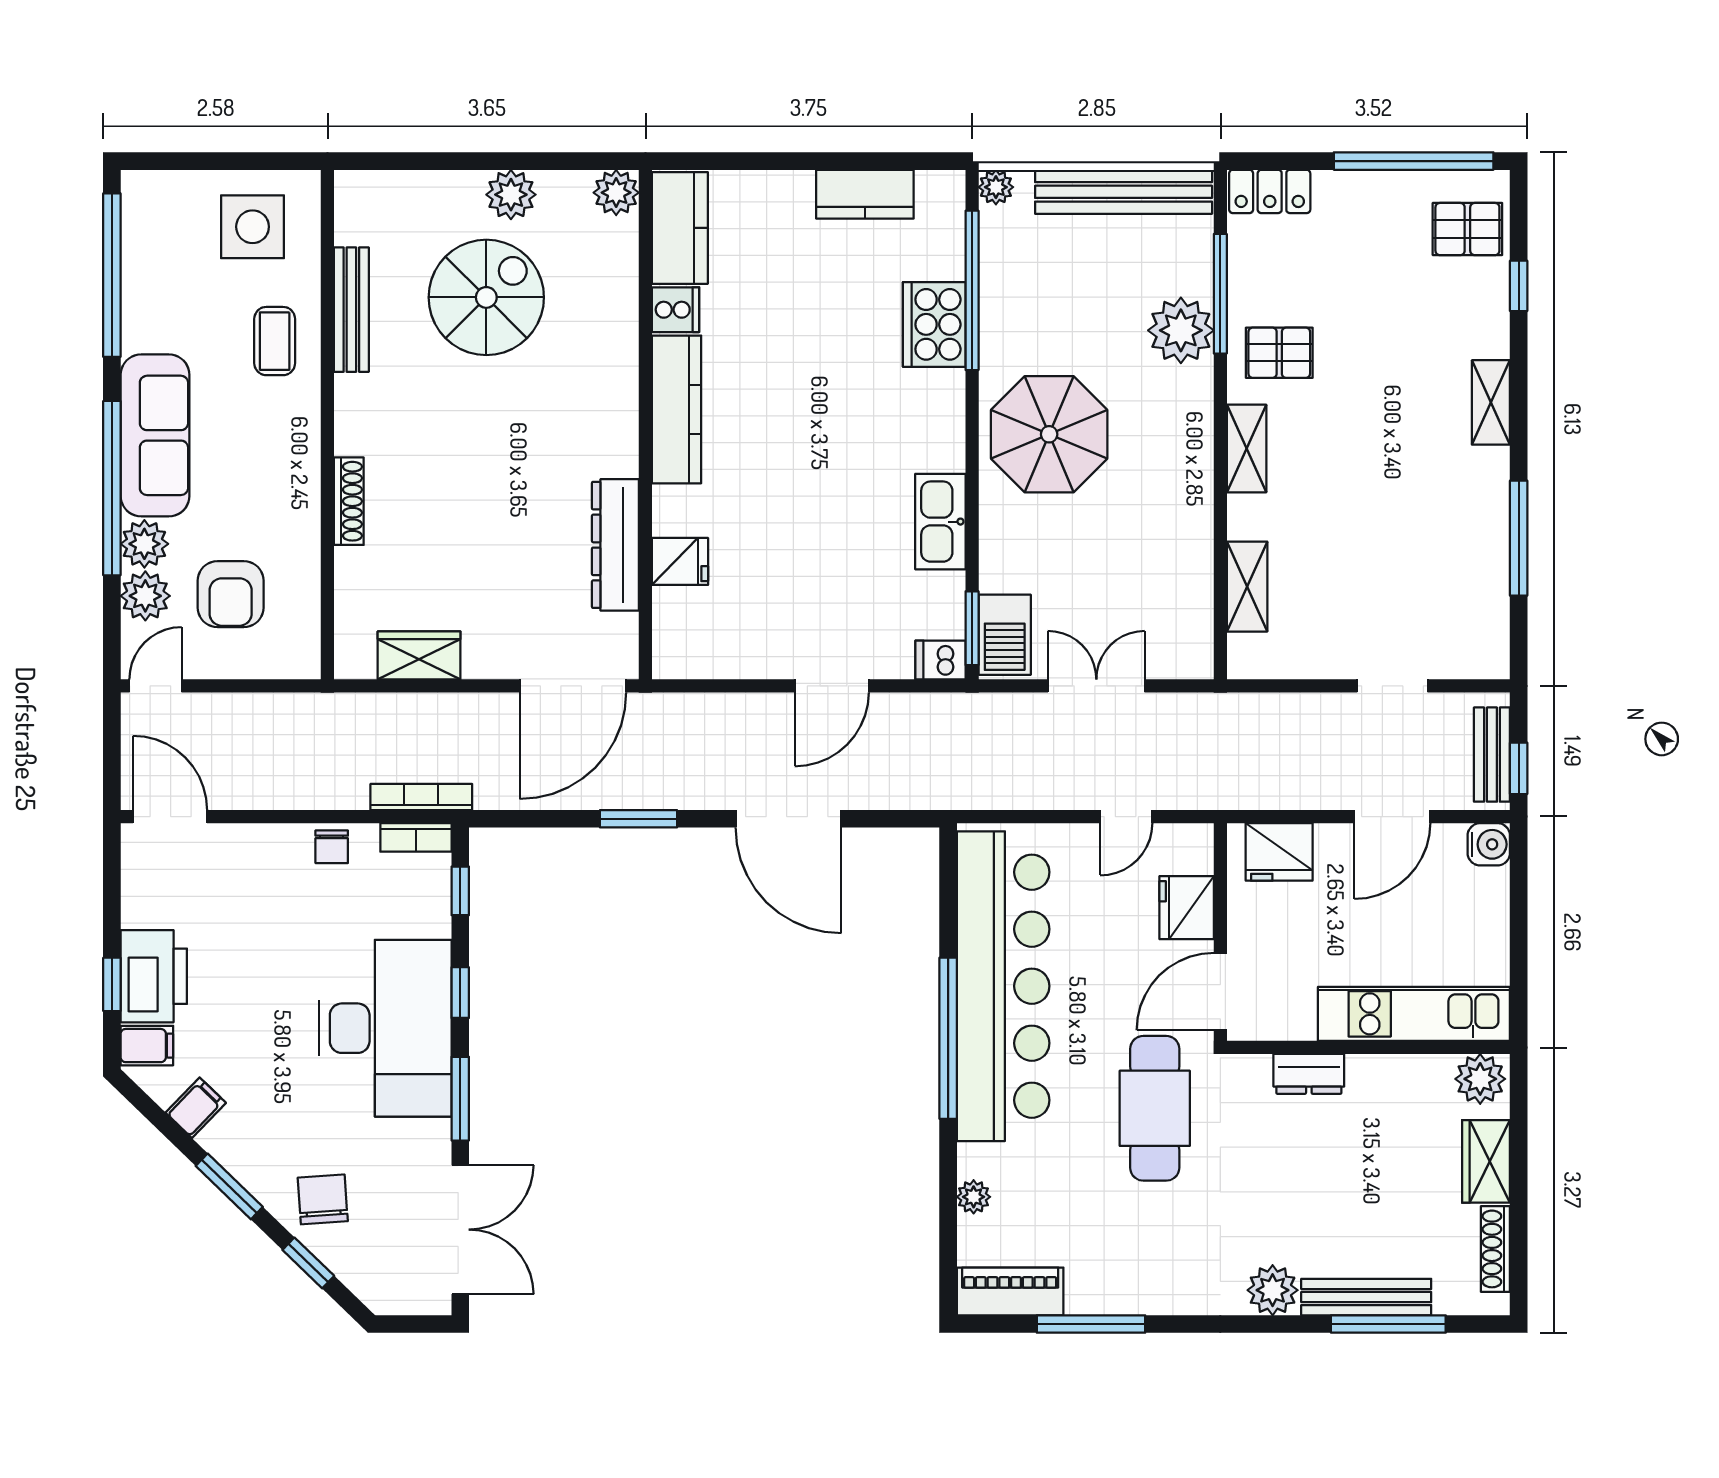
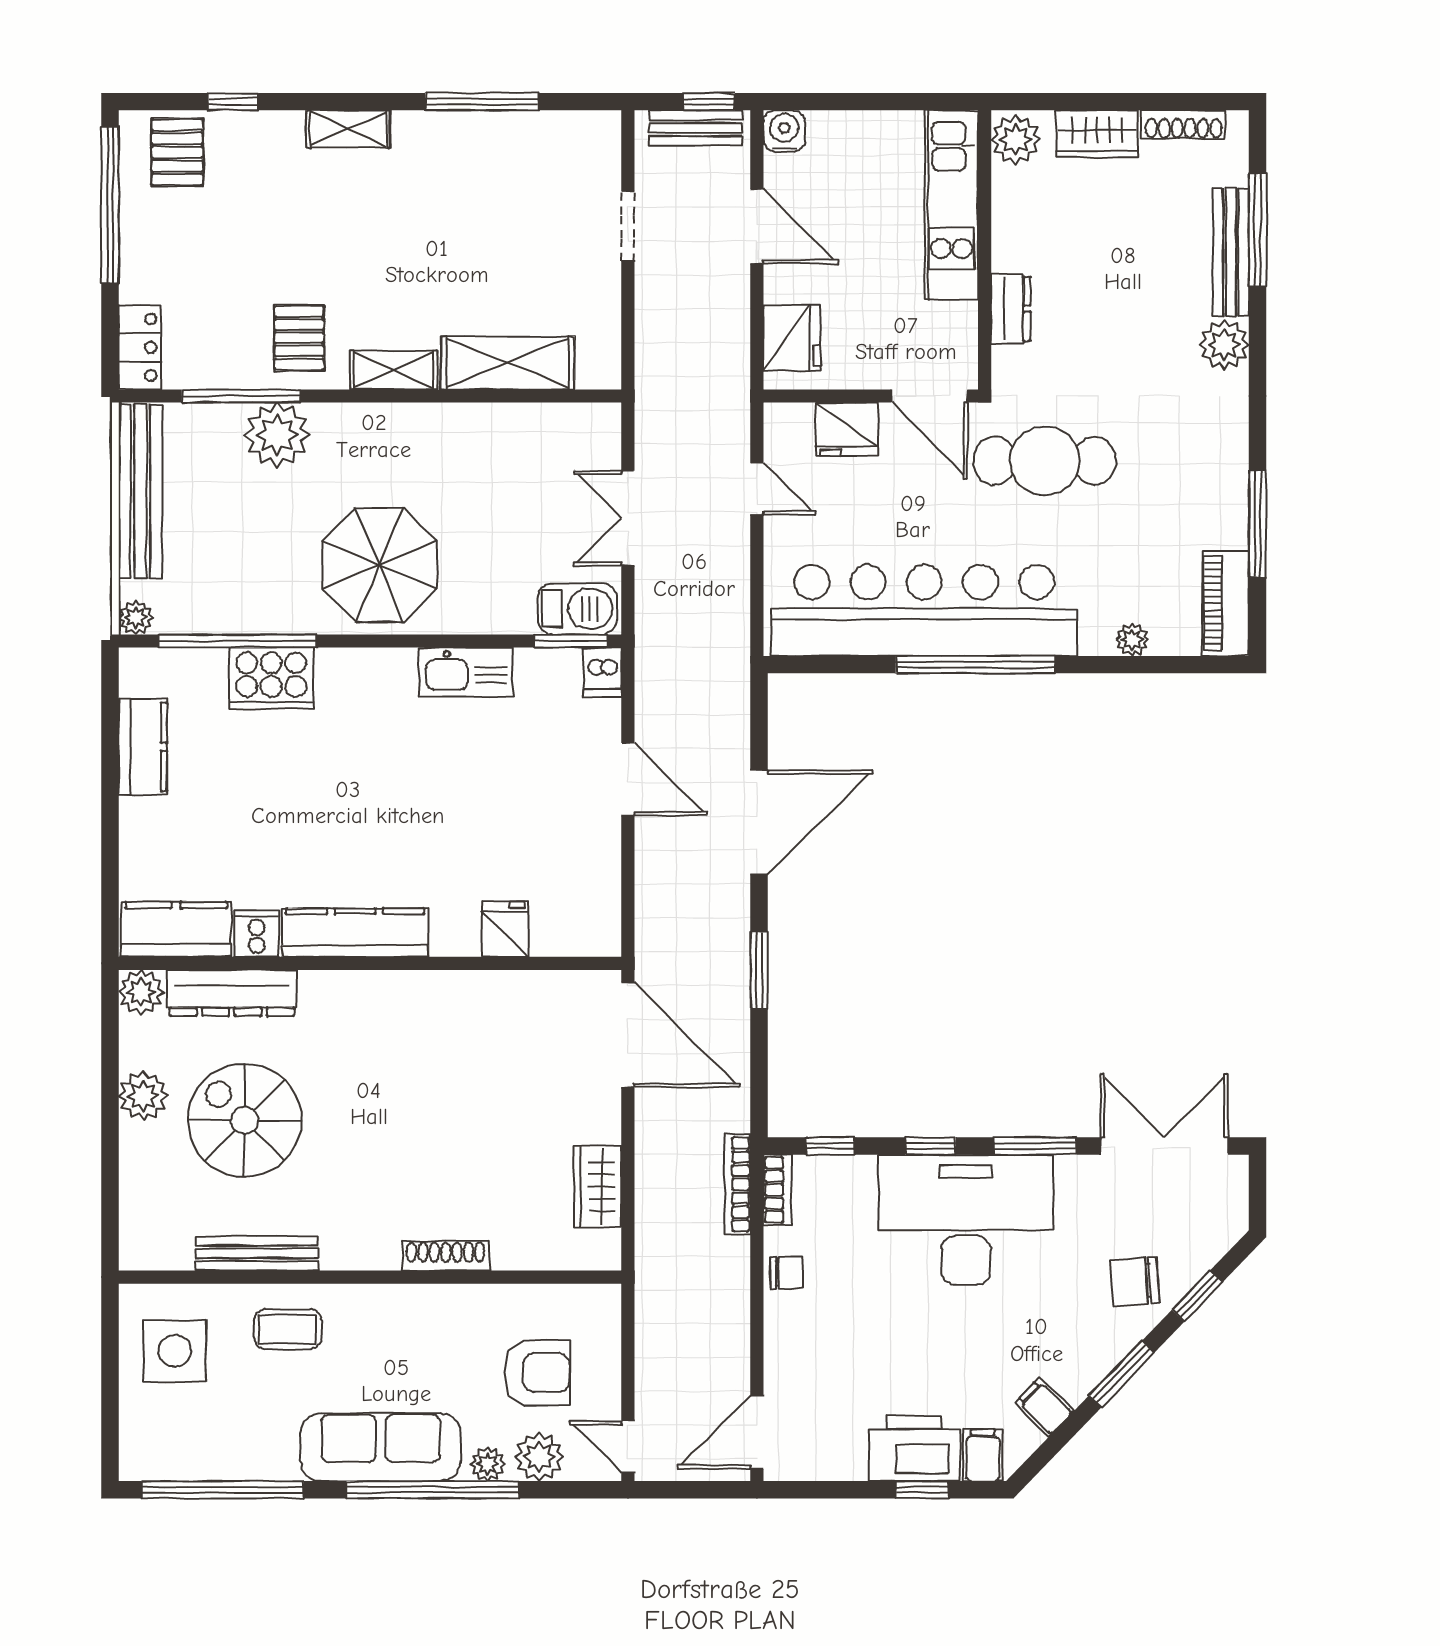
plant: (144, 544) -> (488, 1464), width x0.73, depth x0.73
dresser: (615, 545) -> (232, 993), moved
shelving: (1247, 587) -> (508, 363), width x1.50, depth x1.33

